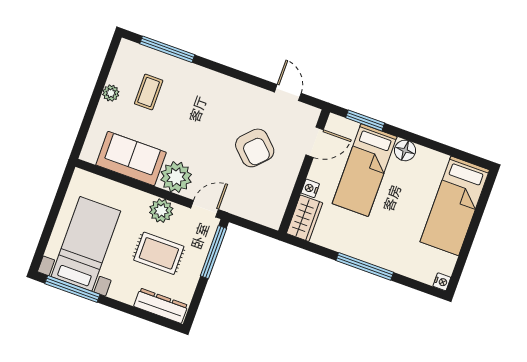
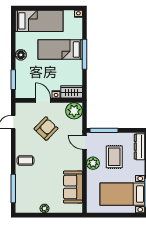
coffee table: (149, 92) -> (25, 160), moved
door: (315, 142) -> (43, 100), moved
bed: (365, 170) -> (60, 50), moved, turned 180
plant: (176, 177) -> (74, 111), moved

